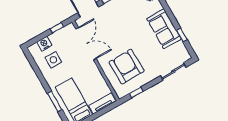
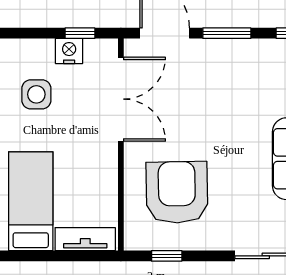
nightstand: (44, 44) -> (69, 51), moved

